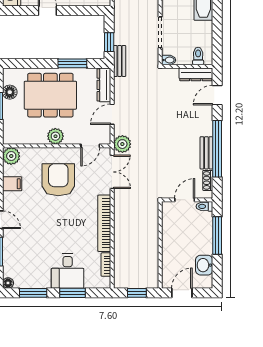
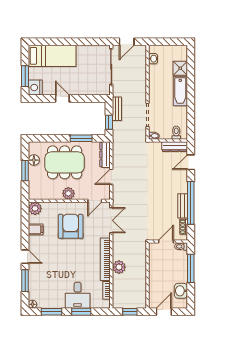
bench: (120, 61) -> (117, 109), moved
plant: (122, 144) -> (119, 267), moved

